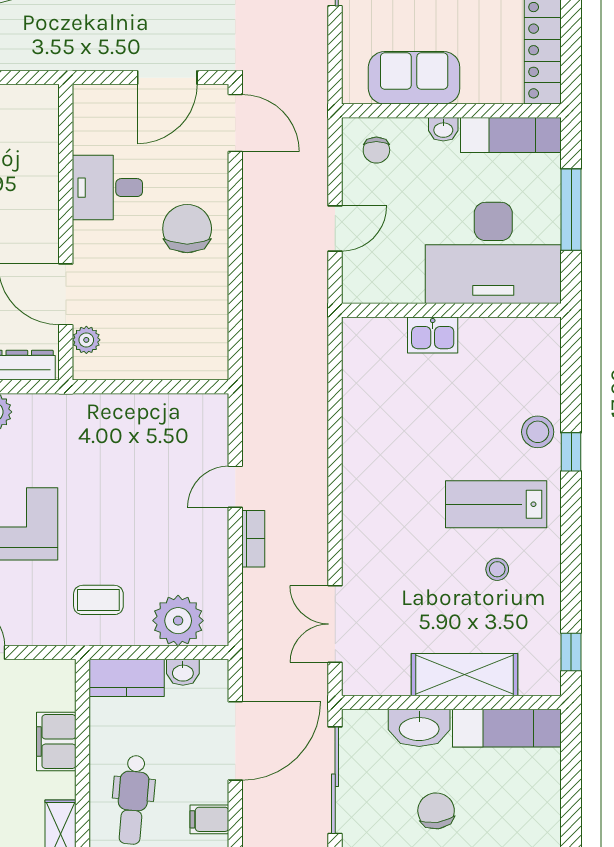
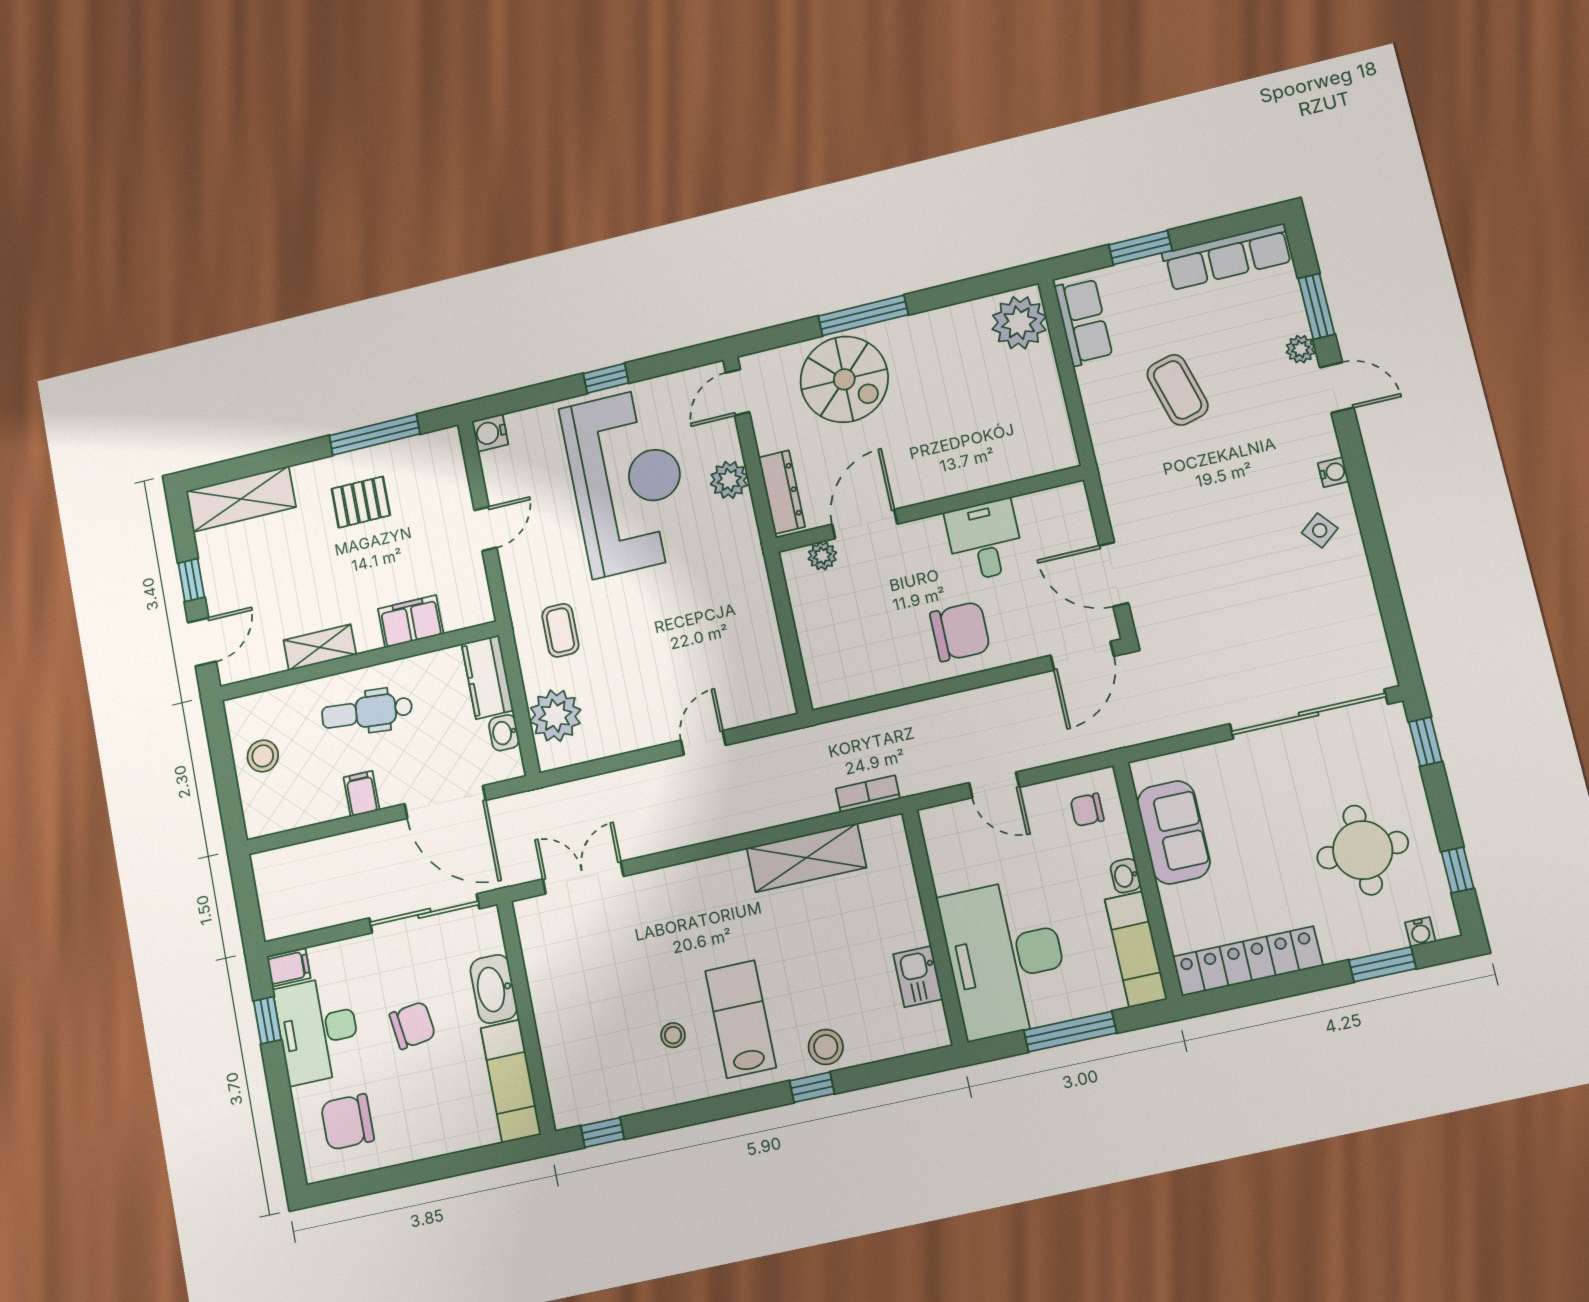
kitchen sink: (433, 335) -> (918, 977), moved
door: (235, 487) -> (703, 743), hinge flipped
bookcase: (253, 539) -> (868, 794), moved, turned 180
shelving: (464, 675) -> (806, 858), moved, turned 90

